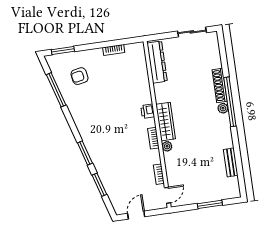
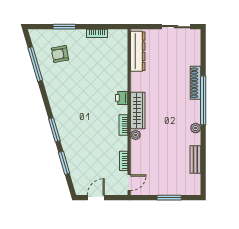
window: (63, 51) -> (64, 27), moved
plant: (223, 108) -> (196, 128), moved

